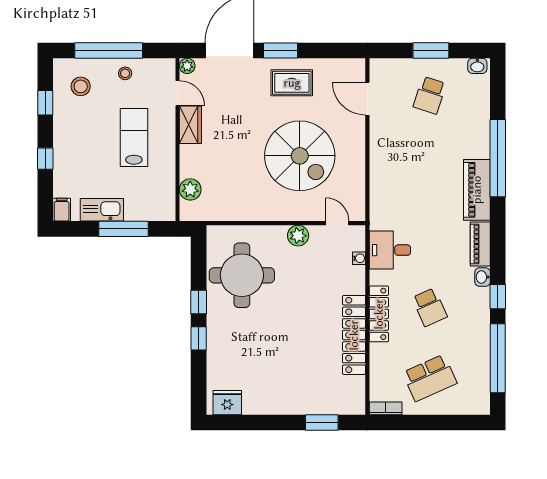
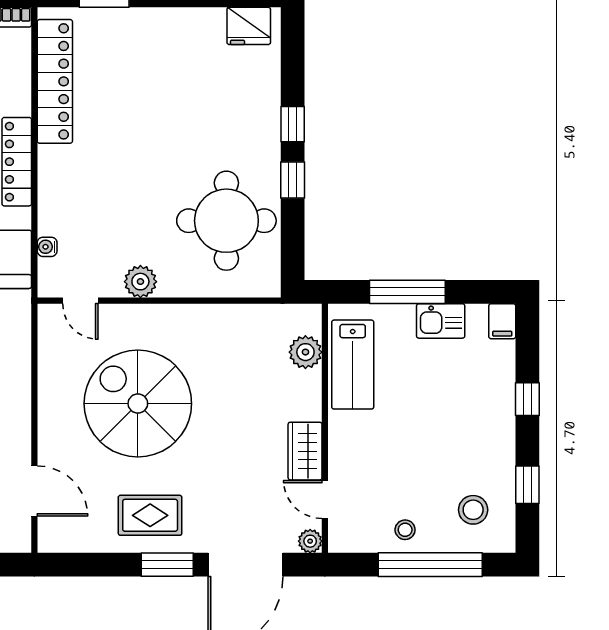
lab bench: (134, 138) -> (353, 365), moved
kitchen sink: (102, 210) -> (441, 321), width x0.73
locker: (354, 335) -> (55, 81), moved

